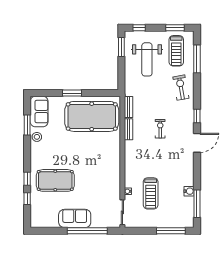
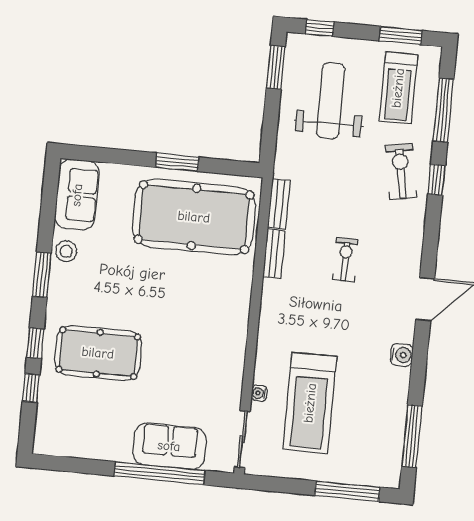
weight bench: (147, 59) -> (331, 101), turned 180
window: (72, 93) -> (177, 162), moved
window: (197, 116) -> (437, 180), moved
window: (27, 125) -> (42, 275), moved
water cooler: (189, 191) -> (402, 355), moved
treadmill: (151, 193) -> (310, 403), width x1.37, depth x1.38
sofa: (75, 218) -> (169, 446), moved

